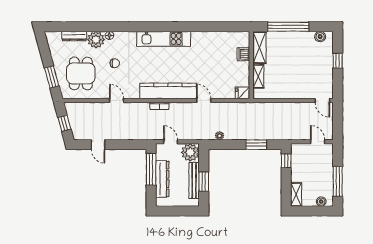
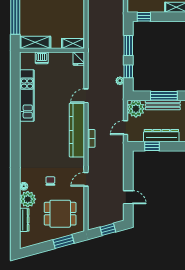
kitchen unit: (164, 39) -> (27, 96), moved
shelving: (258, 76) -> (73, 43), moved
door: (98, 145) -> (128, 197), hinge flipped
window: (229, 145) -> (128, 71), added
window: (151, 169) -> (152, 146), width x0.46
window: (204, 182) -> (164, 96), width x1.44

